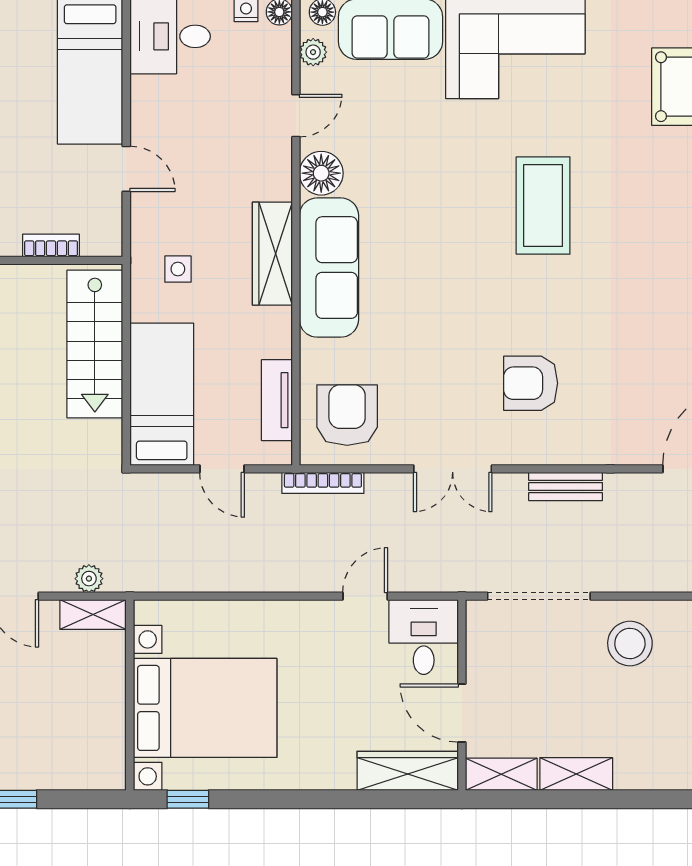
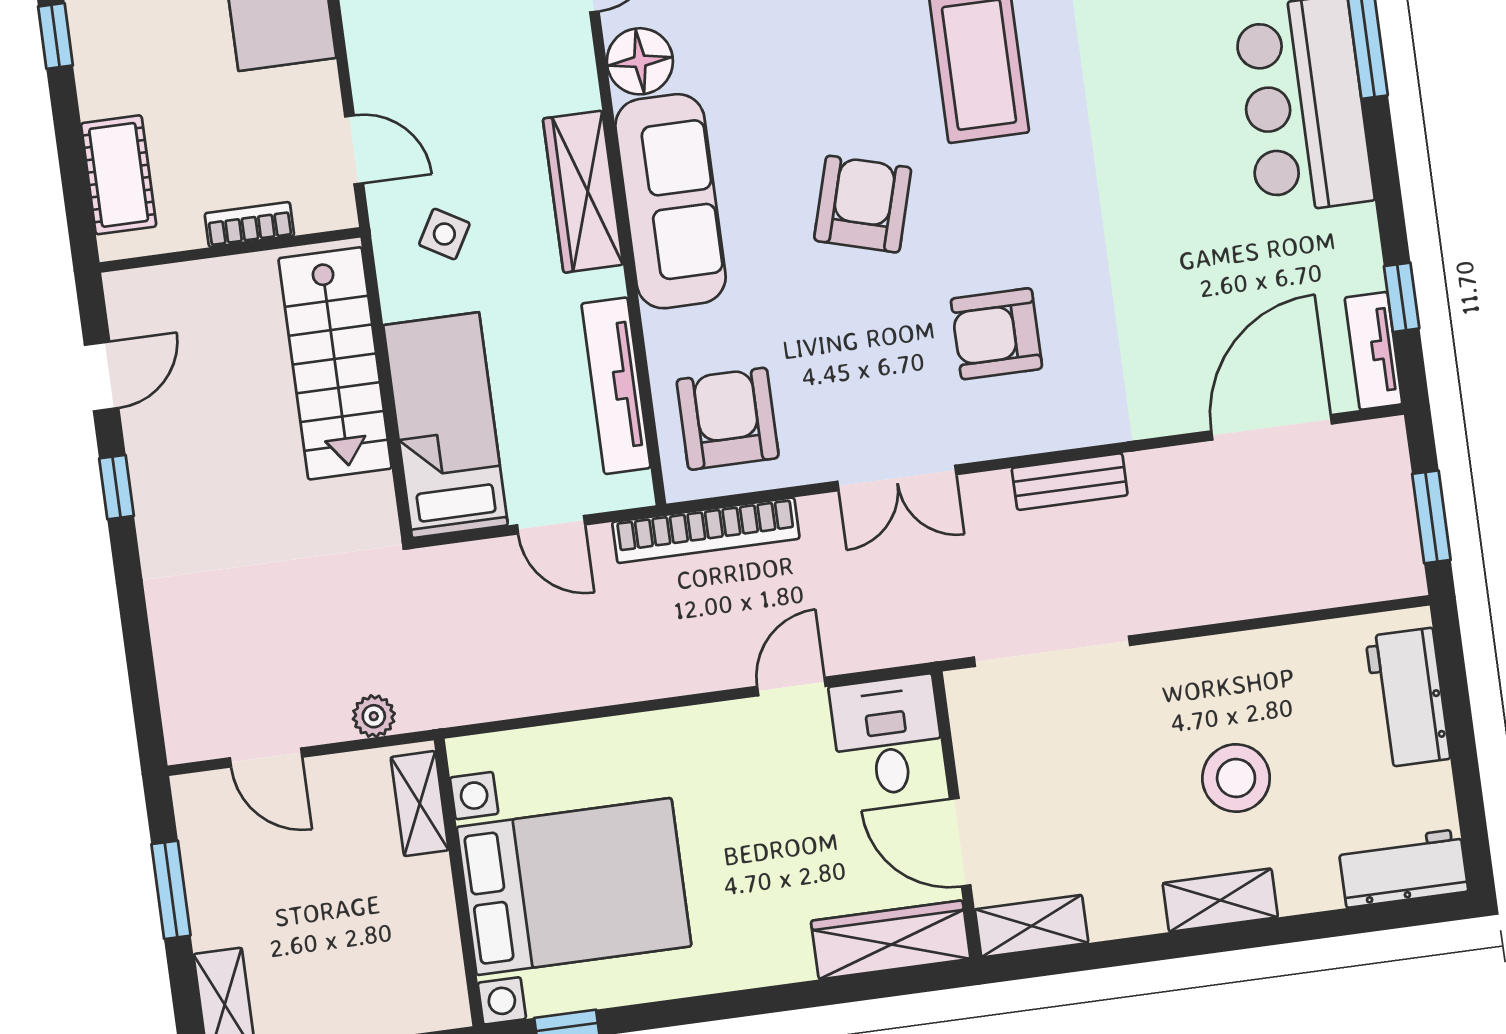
door: (126, 169) -> (354, 150), moved
side table: (178, 269) -> (444, 234), turned 30
armchair: (455, 286) -> (863, 204), added
tv unit: (277, 400) -> (616, 386), width x1.41
bookcase: (323, 483) -> (706, 530), width x1.48, depth x1.31
shelving: (93, 615) -> (420, 804), moved, turned 90
stool: (630, 643) -> (1236, 778), moved
shelving: (576, 774) -> (1220, 900), moved

